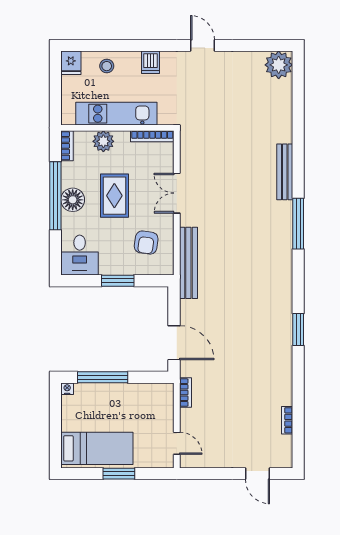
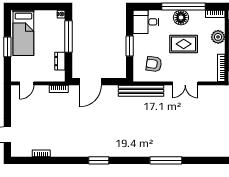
bench: (285, 172) -> (199, 152), removed
double door: (177, 193) -> (185, 83), swing flipped
dresser: (141, 391) -> (60, 61), added

